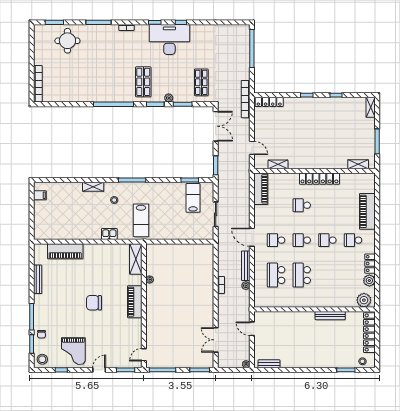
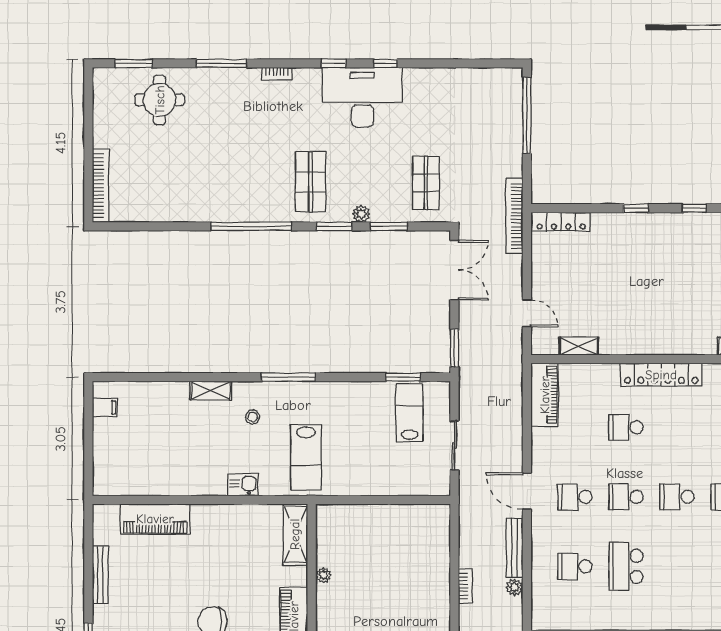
school desk: (276, 275) -> (575, 566), width x0.54

